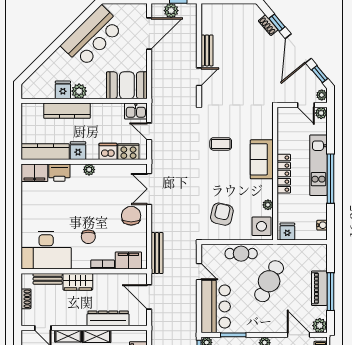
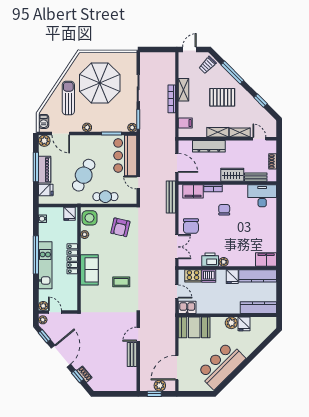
kitchen counter: (67, 111) -> (258, 308), moved
printer: (59, 173) -> (210, 260), moved
desk: (46, 250) -> (262, 196), width x0.73, depth x0.77
fridge: (318, 262) -> (46, 190), added

